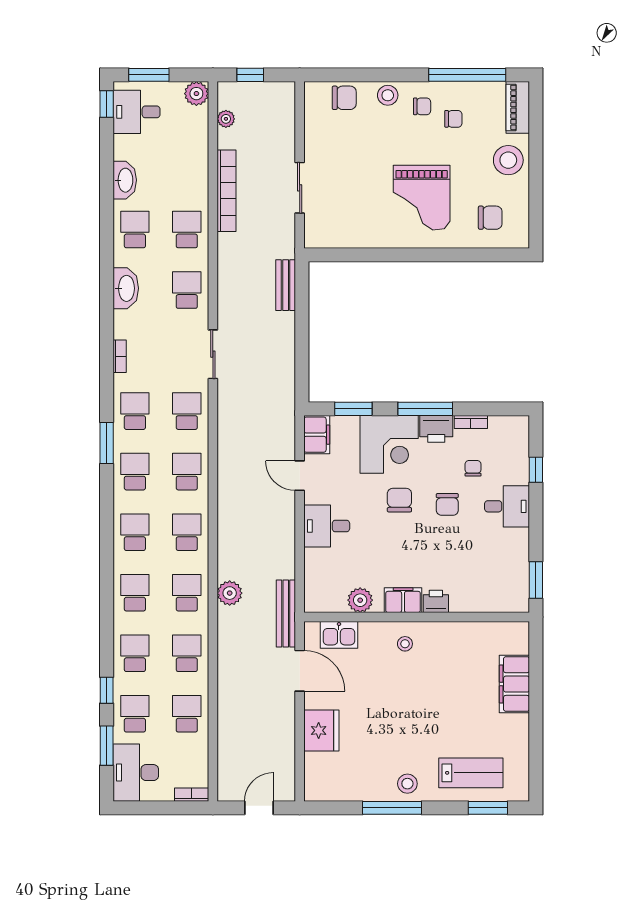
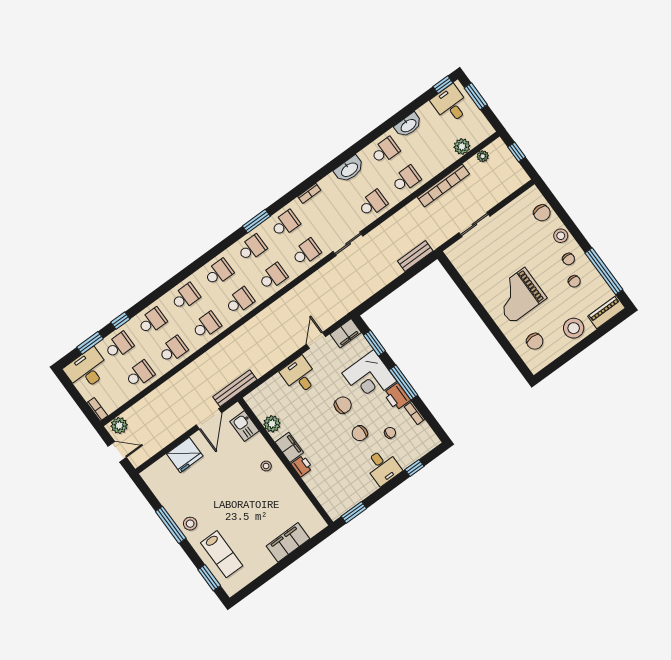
plant: (196, 94) -> (462, 147), moved
plant: (230, 593) -> (119, 425), moved

